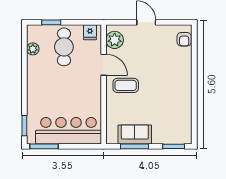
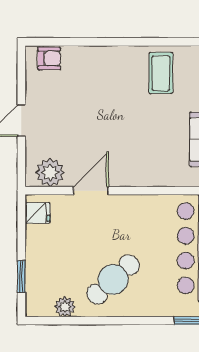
cafe table: (64, 47) -> (113, 280), moved, turned -42
coffee table: (126, 85) -> (161, 73), moved

